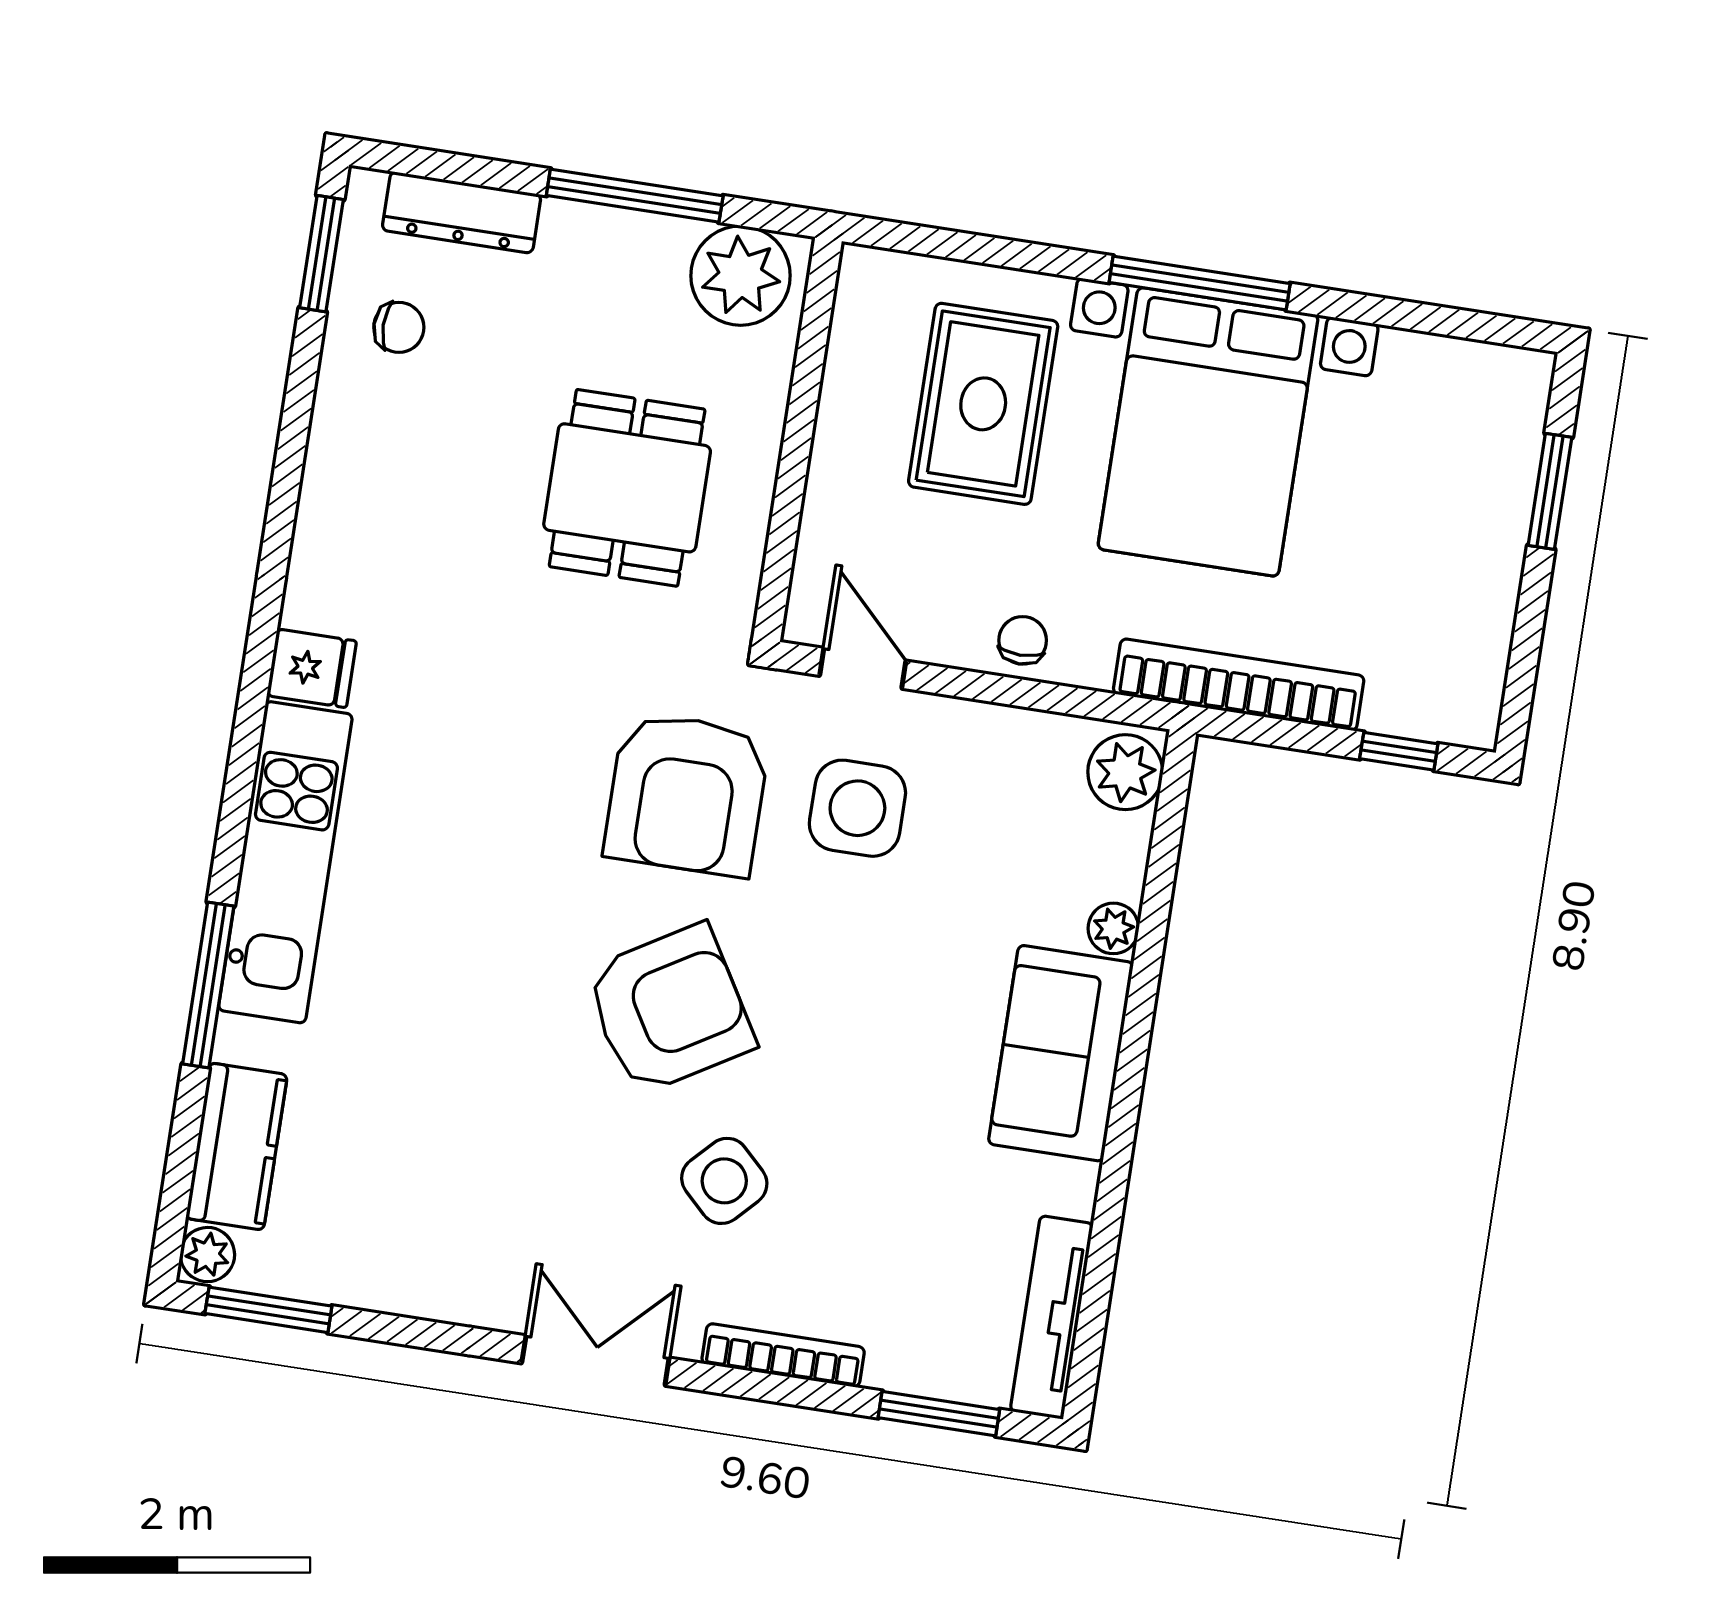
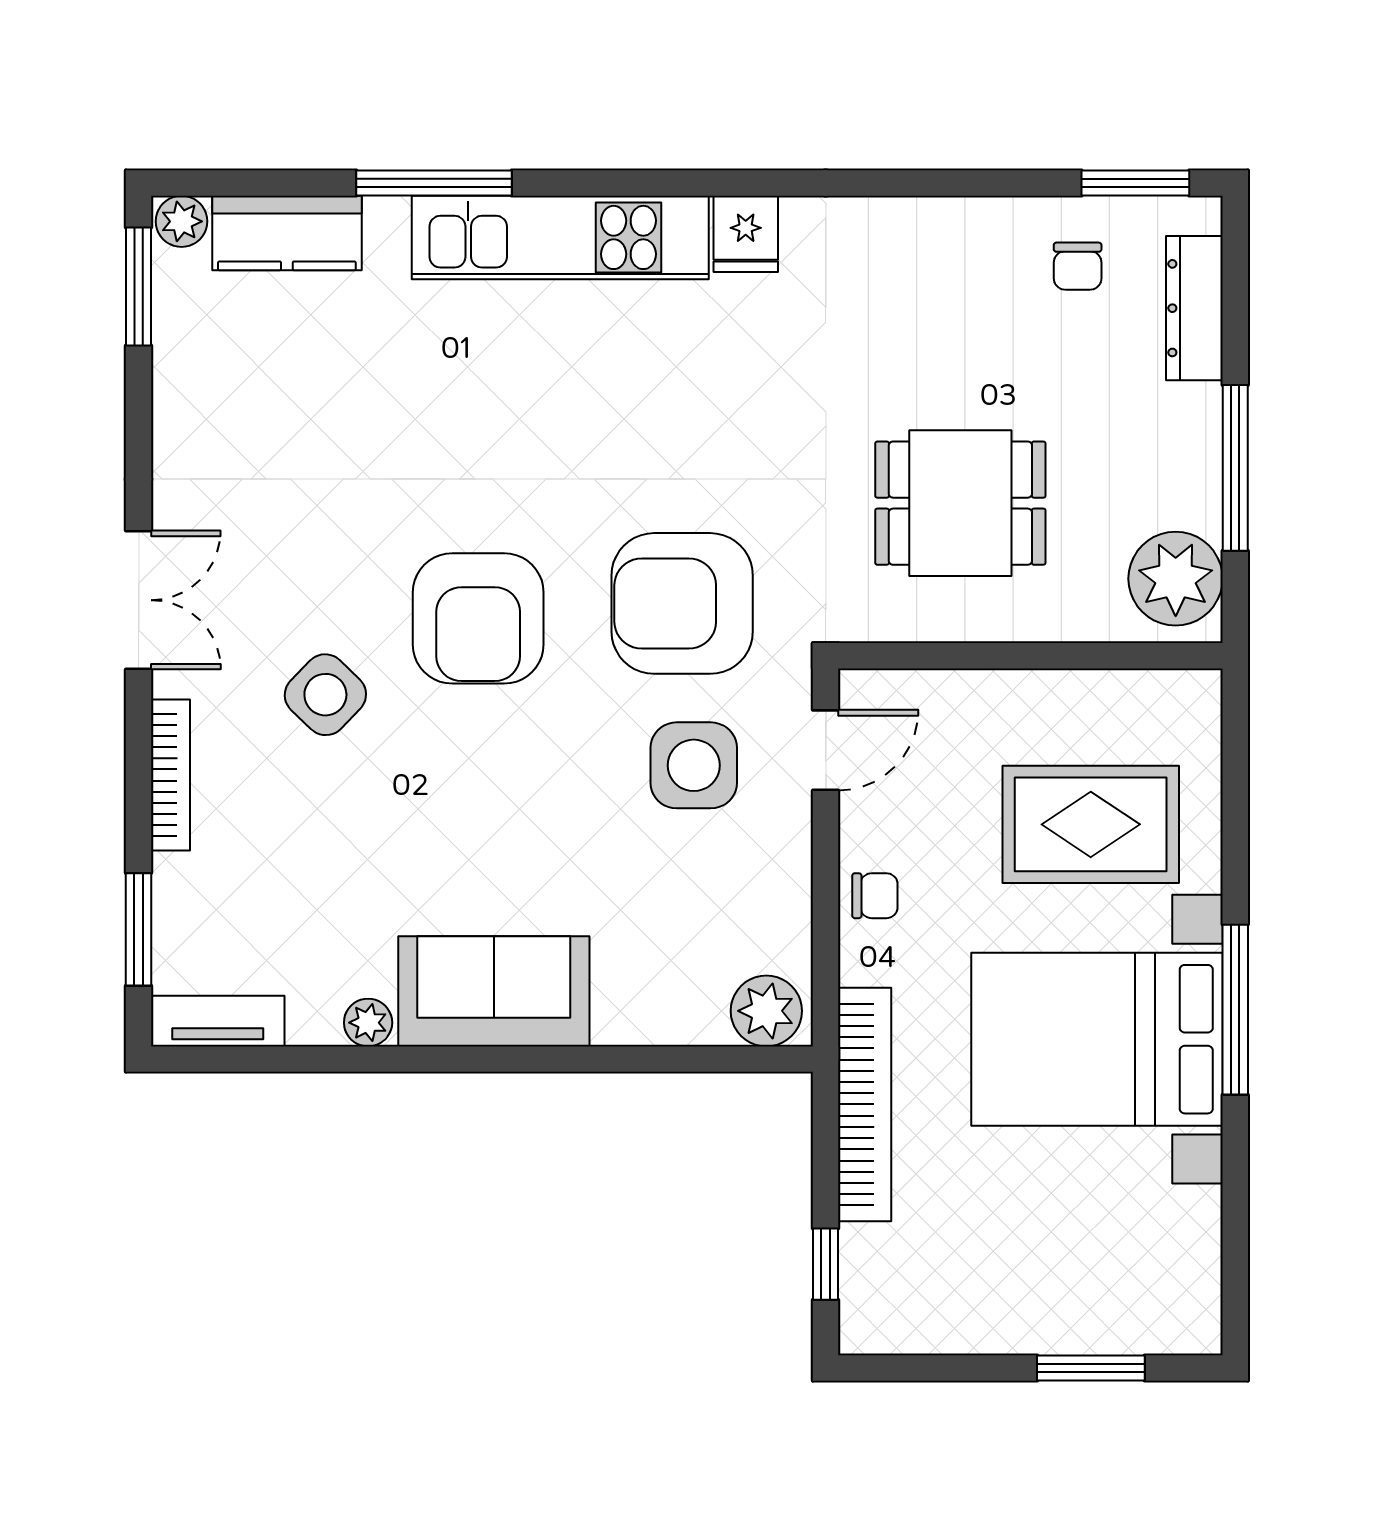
plant: (1113, 928) -> (368, 1023), moved
armchair: (669, 1009) -> (478, 618), turned 31
tv unit: (1052, 1317) -> (218, 1021), width x0.71

